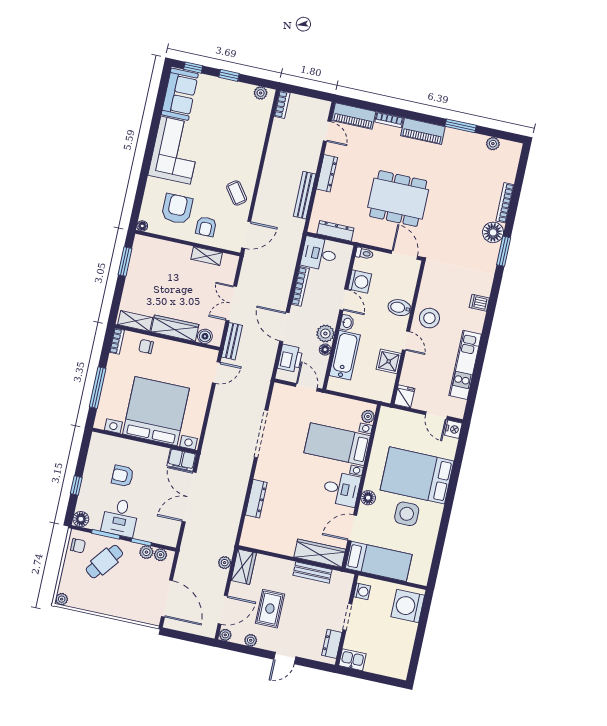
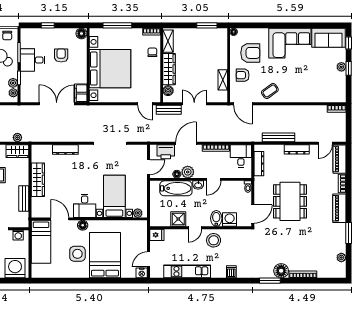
plant: (261, 93) -> (341, 67), moved
washing machine: (360, 282) -> (230, 219), moved, turned 180
floor lamp: (81, 519) -> (81, 34), moved
wardrobe: (320, 553) -> (38, 180), moved

